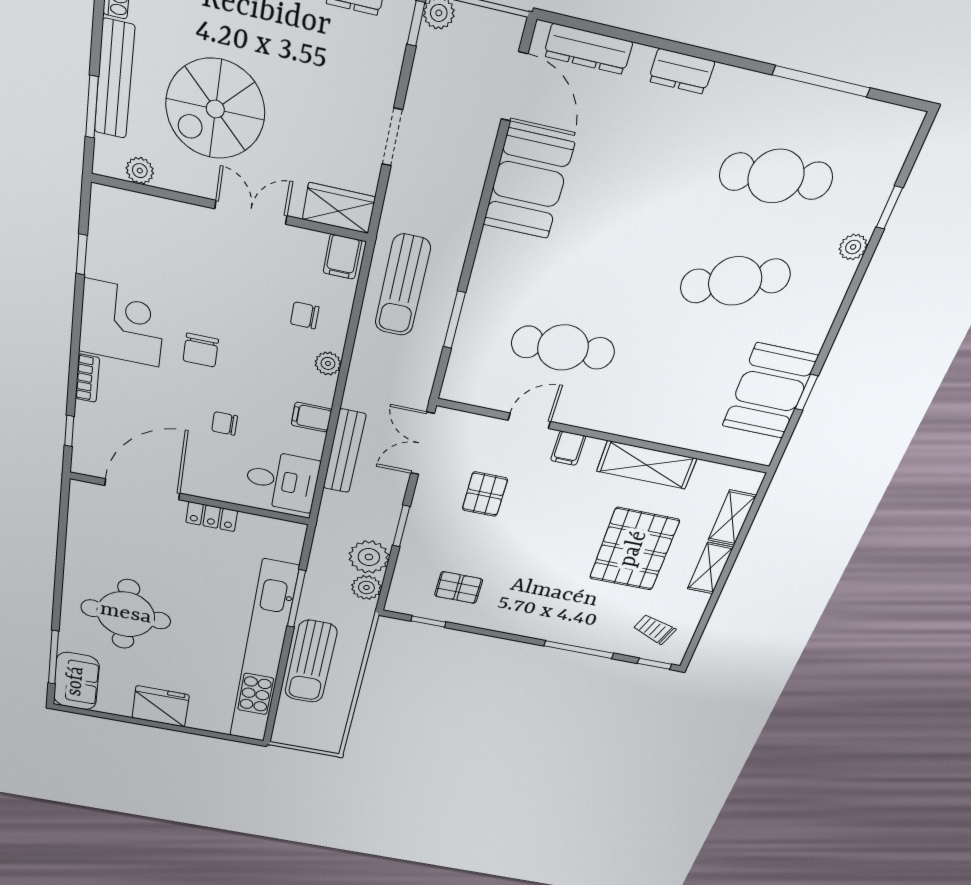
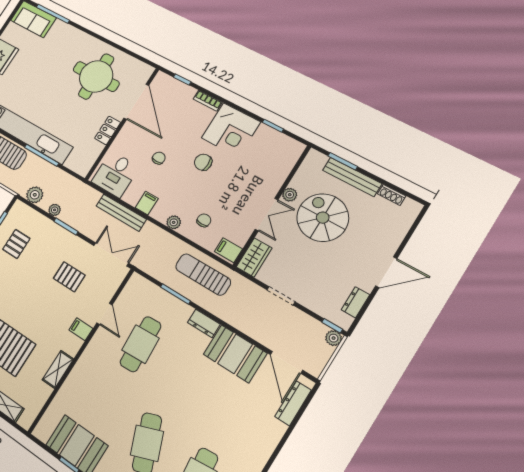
dresser: (681, 71) -> (204, 323), moved, turned -90
door: (514, 87) -> (286, 362), hinge flipped
plant: (140, 171) -> (290, 195), moved
shelving: (647, 465) -> (58, 369), width x0.67, depth x0.75
plant: (369, 557) -> (55, 210), width x0.53, depth x0.53
round table: (126, 614) -> (96, 77), moved

